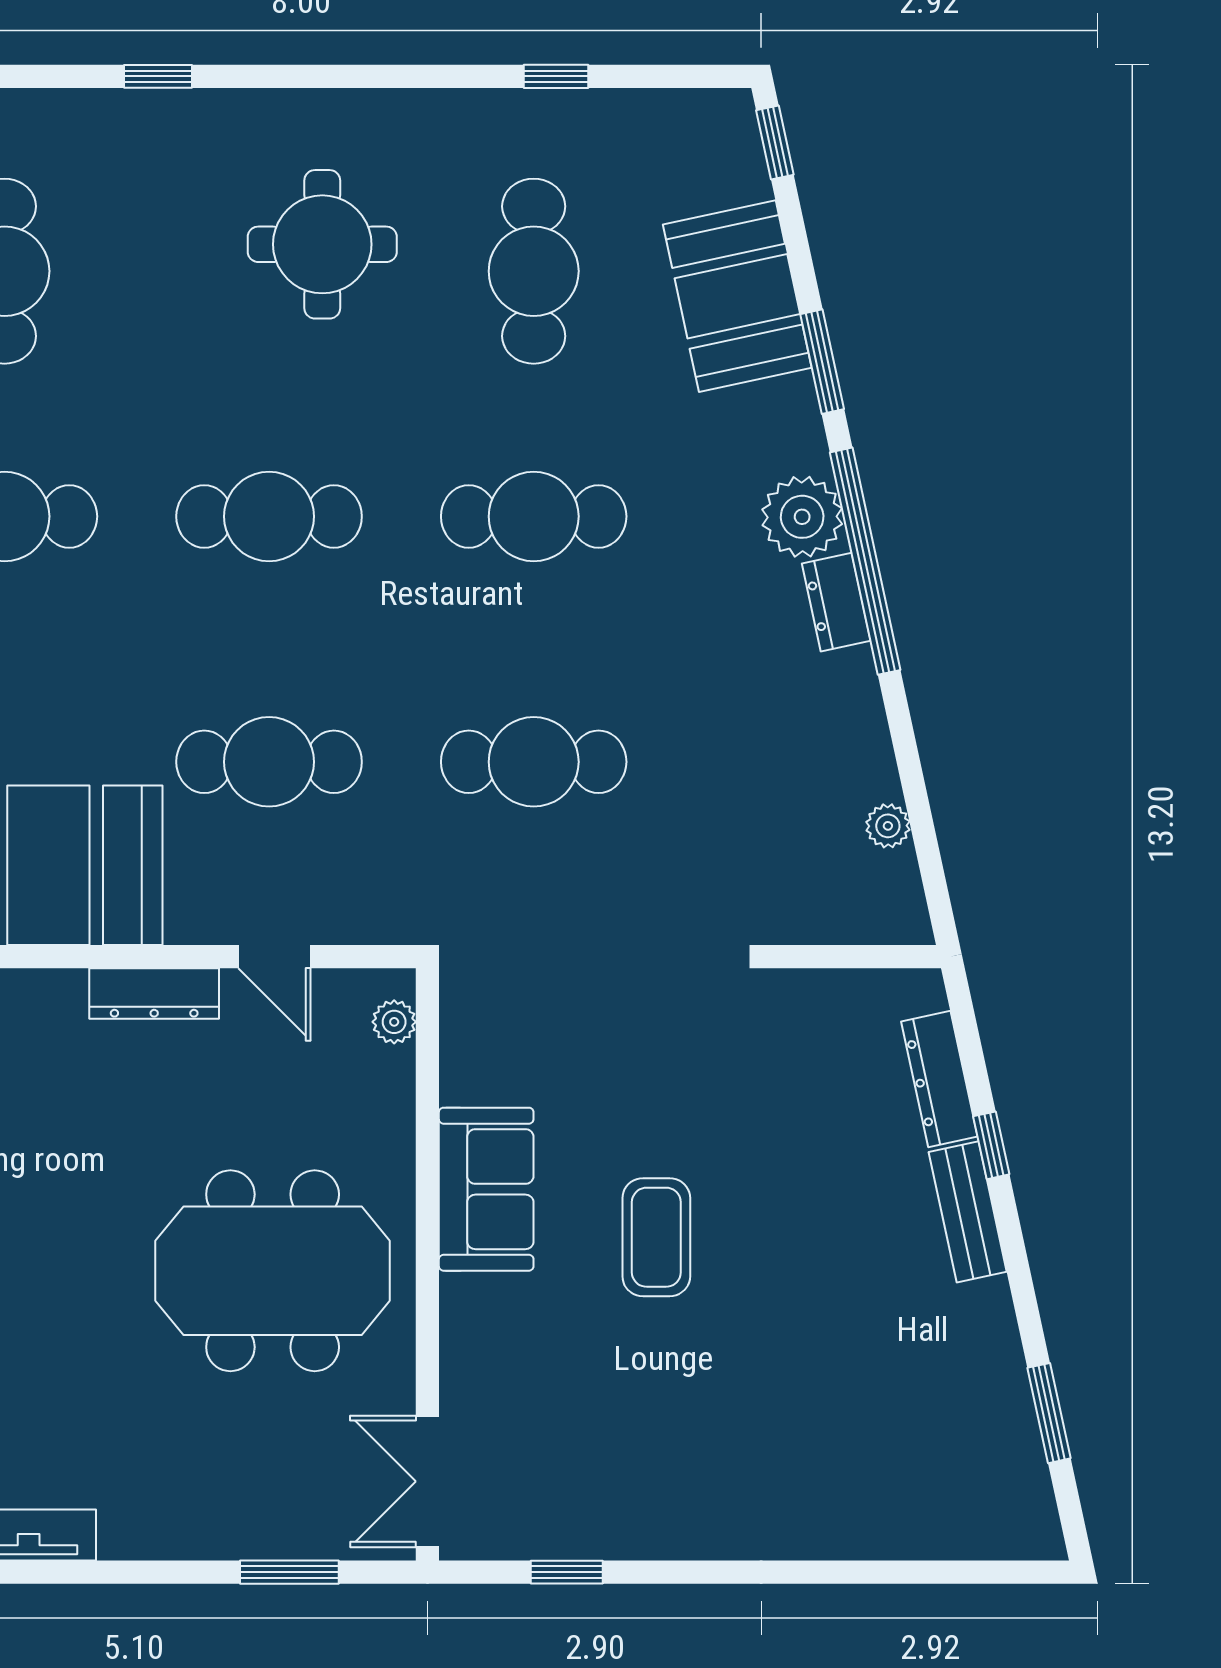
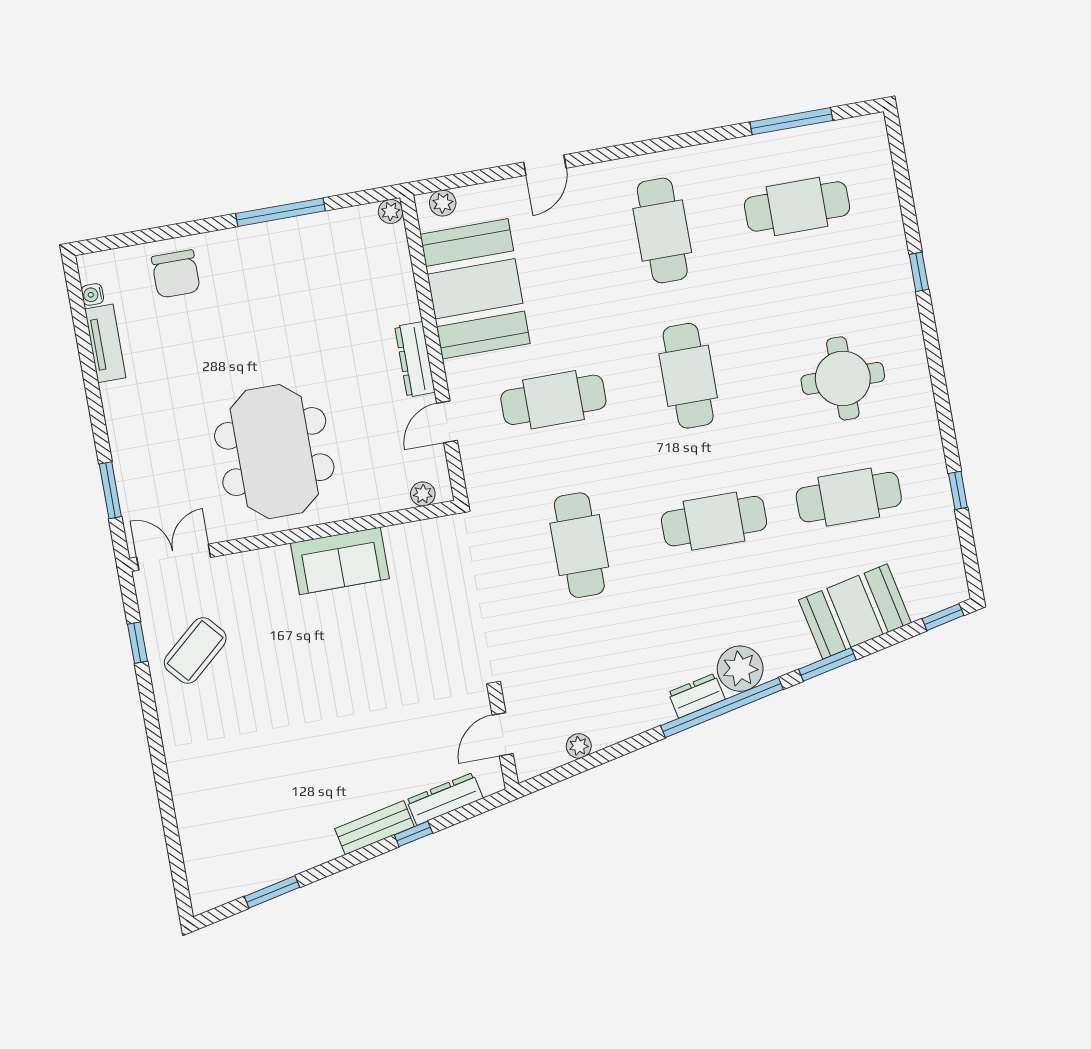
cafe table: (534, 516) -> (714, 521), turned 90
cafe table: (269, 762) -> (553, 400), turned 90
door: (843, 957) -> (503, 734), added
coffee table: (656, 1237) -> (195, 651), moved, turned -41

